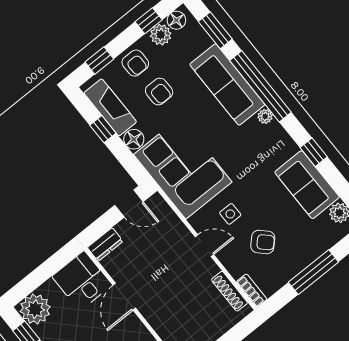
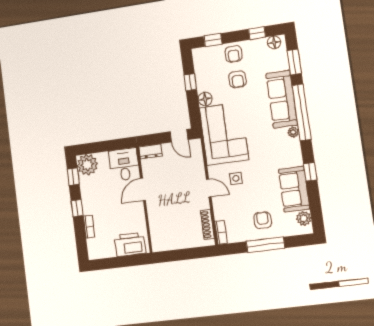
plant: (161, 35) -> (259, 46), removed
fireplace: (110, 107) -> (203, 72), removed
armchair: (263, 242) -> (263, 220), moved, turned -135

